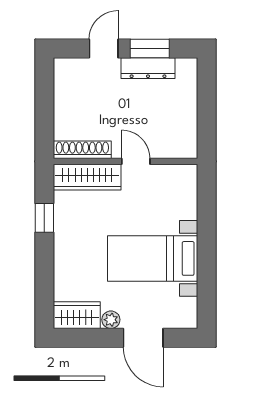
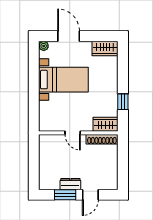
dresser: (148, 68) -> (70, 184), width x0.70
wardrobe: (87, 177) -> (105, 124), width x0.67
plant: (111, 320) -> (44, 46), moved

